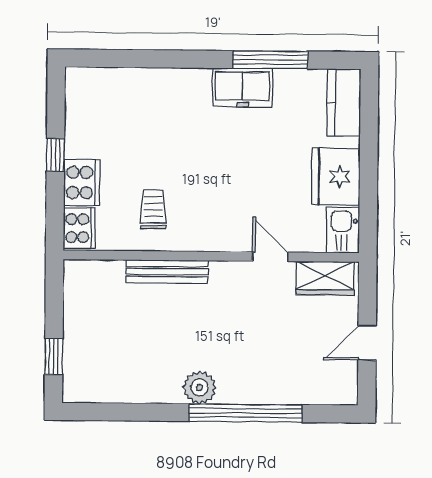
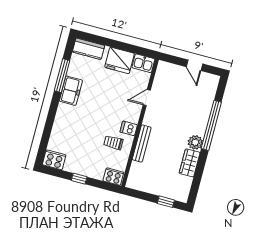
cooker: (82, 183) -> (54, 160), moved
dishwasher: (193, 235) -> (129, 128), added
wardrobe: (325, 278) -> (190, 163), moved, turned 180

